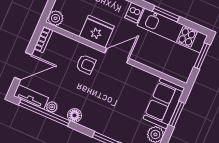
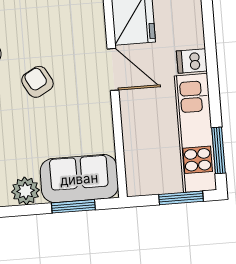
window: (166, 14) -> (218, 150), moved
armchair: (86, 64) -> (37, 82), moved, turned 151

